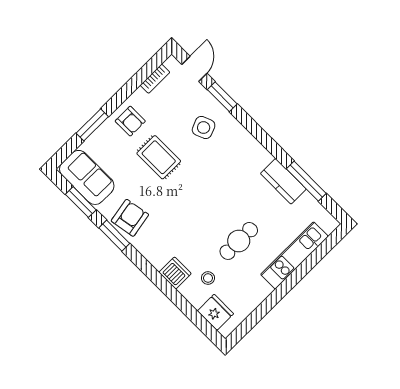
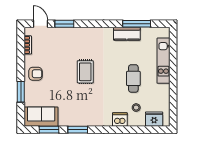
side table: (204, 128) -> (70, 45), removed
rug: (159, 157) -> (85, 72), moved, turned 90
armchair: (130, 218) -> (77, 115), removed

